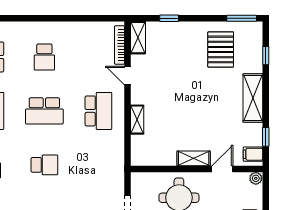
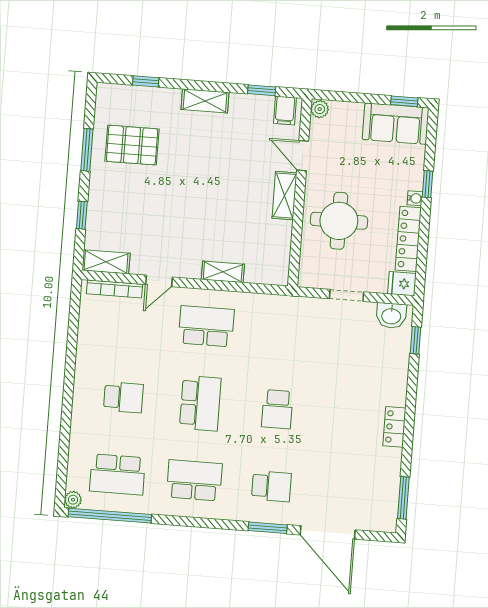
window: (242, 18) -> (87, 150), moved
shelving: (253, 98) -> (205, 101), width x0.67, depth x0.75
school desk: (44, 165) -> (277, 409), turned 180

